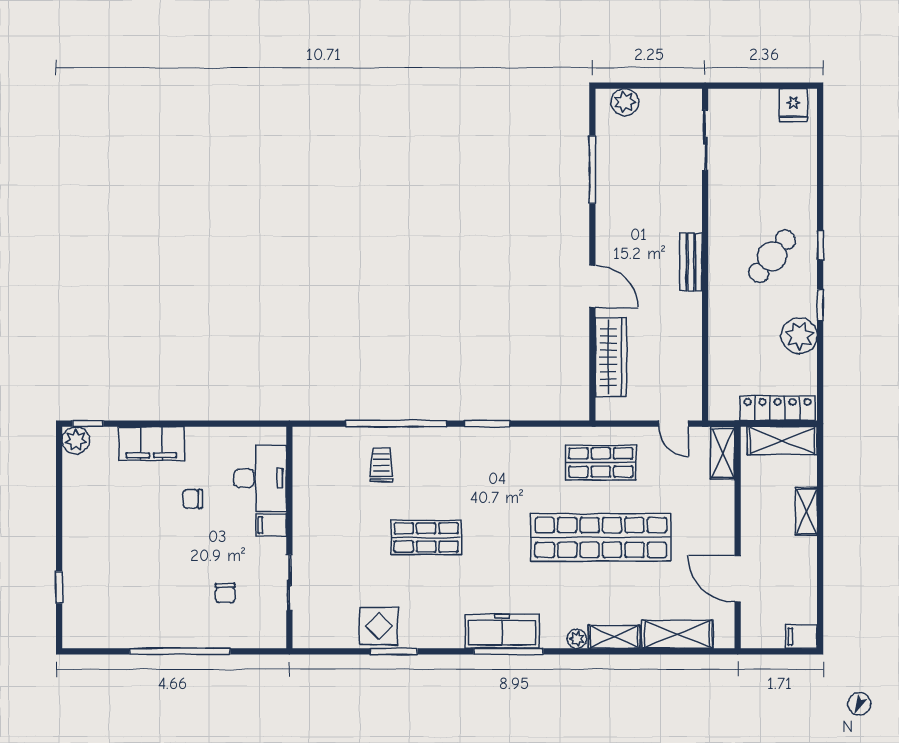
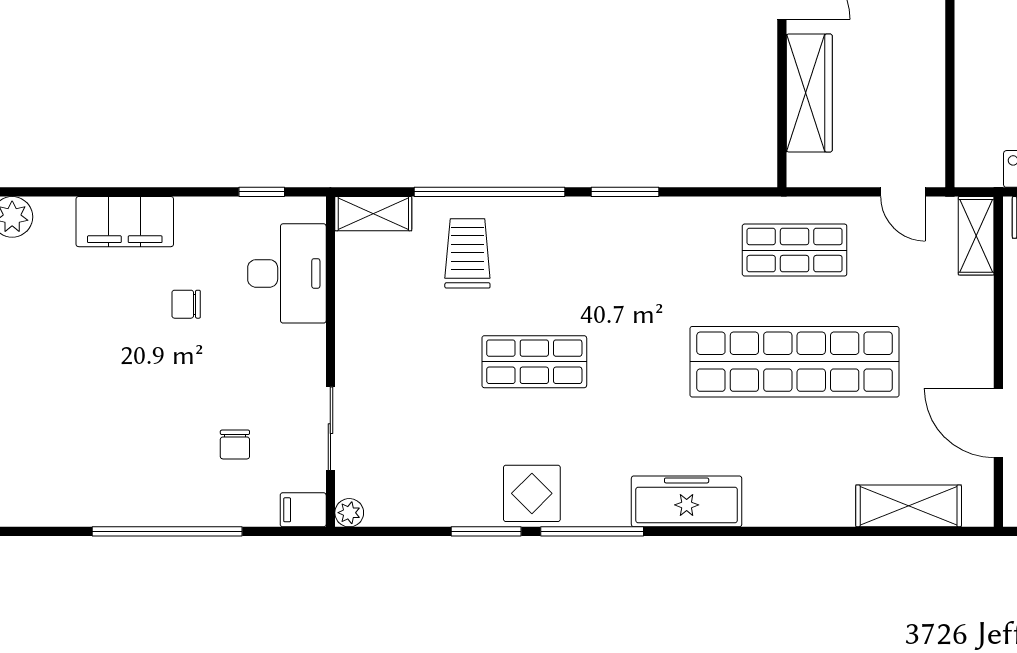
window: (88, 424) -> (262, 192), moved
trolley: (381, 465) -> (467, 253), width x1.36, depth x1.39
filing cabinet: (271, 525) -> (303, 510), moved
display table: (379, 626) -> (532, 493), moved
freezer: (502, 631) -> (687, 501), moved
shelving: (614, 637) -> (373, 214), moved
plant: (577, 639) -> (349, 513), moved
window: (508, 651) -> (592, 531), moved

